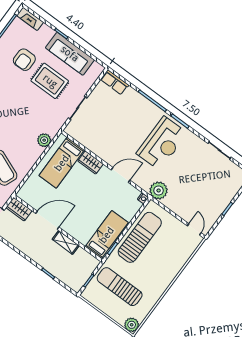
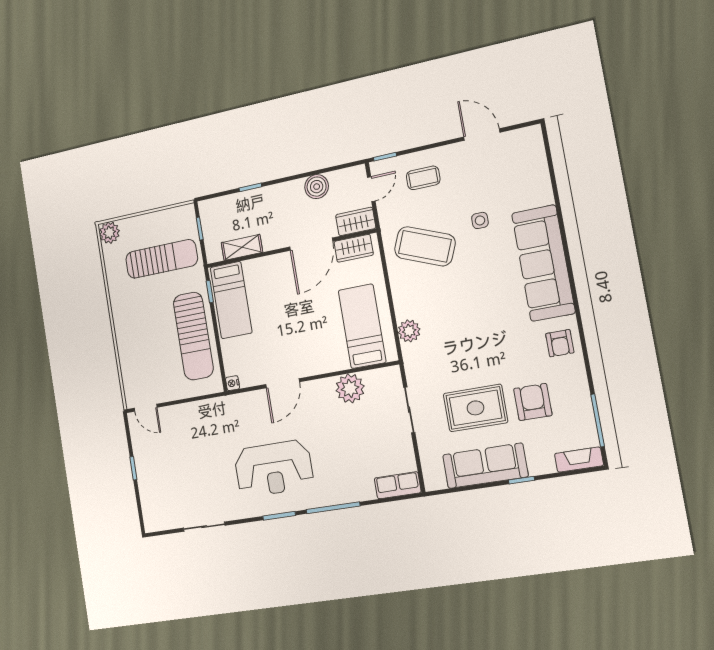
reception desk: (162, 143) -> (274, 469), turned -90
wardrobe: (90, 162) -> (354, 248), moved, turned 180
plant: (159, 190) -> (350, 388), moved
boiler: (20, 242) -> (317, 187), added
shelving: (66, 242) -> (242, 247), moved

